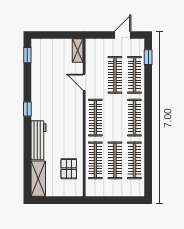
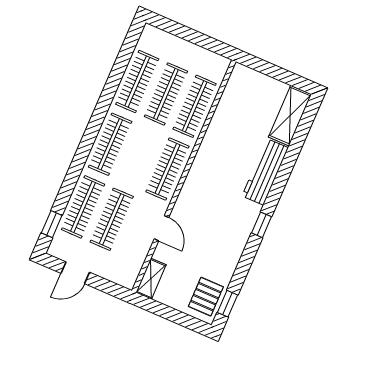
pallet: (69, 169) -> (206, 297), moved

